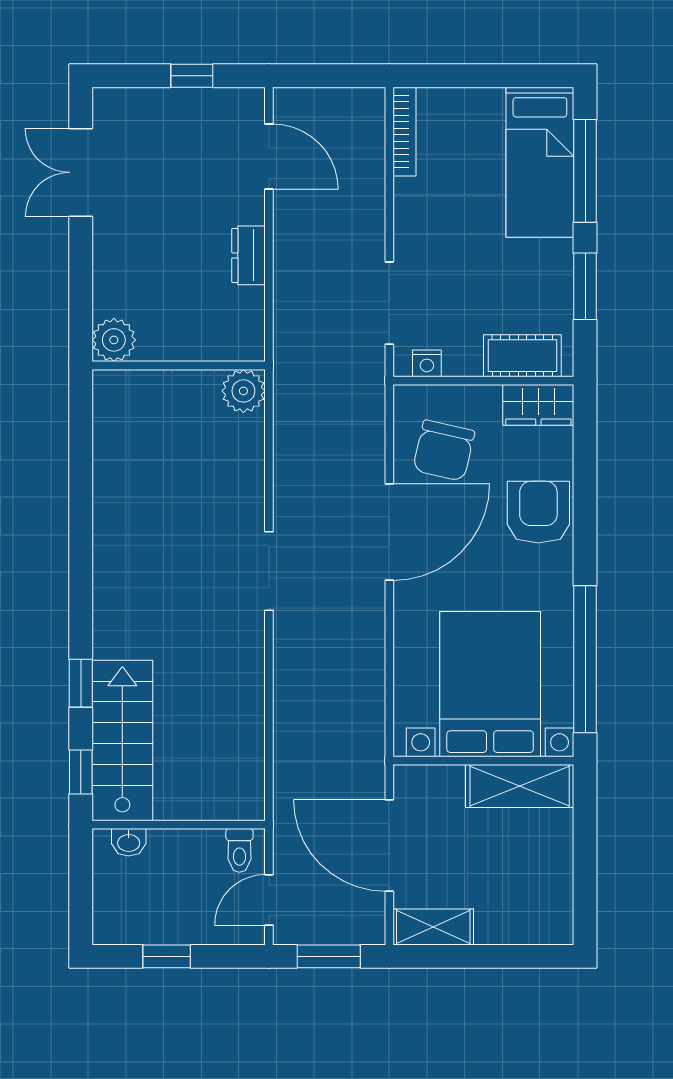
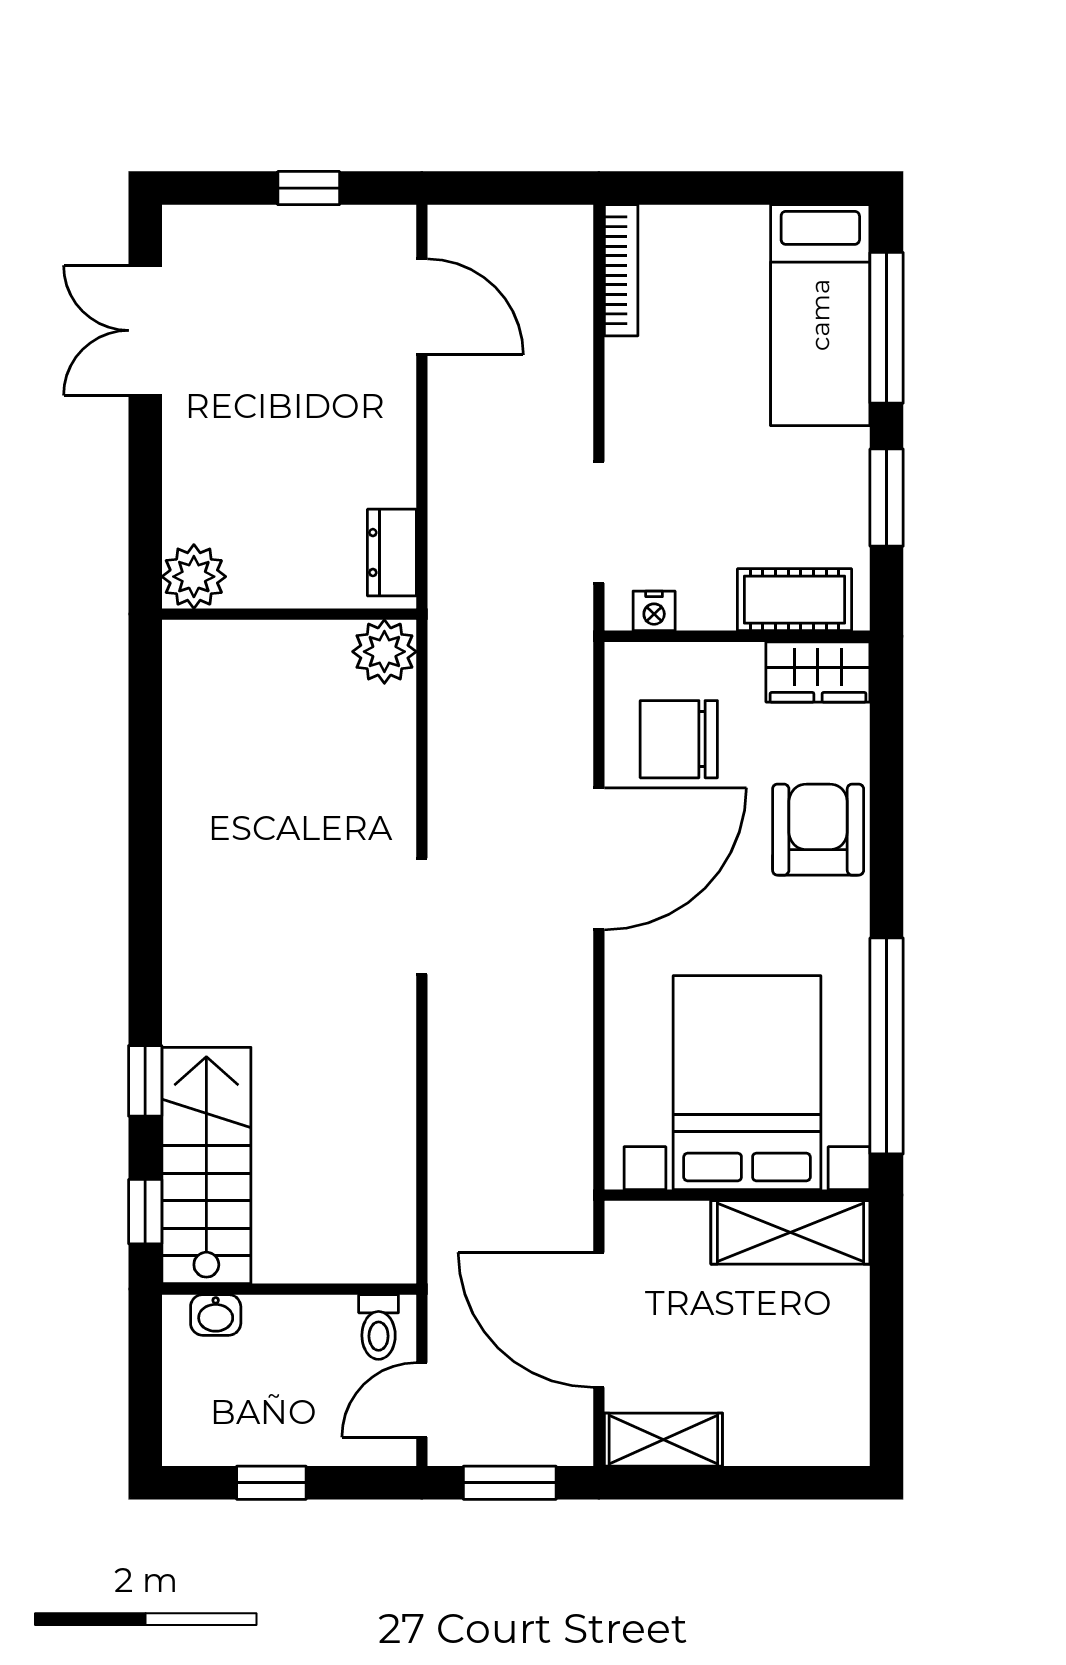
dresser: (249, 255) -> (392, 553), moved
chair: (444, 451) -> (679, 739), turned 77

